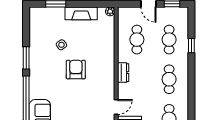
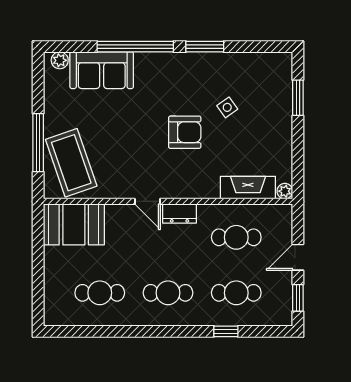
fireplace: (81, 13) -> (248, 188), moved, turned 90
door: (116, 107) -> (148, 201), moved

